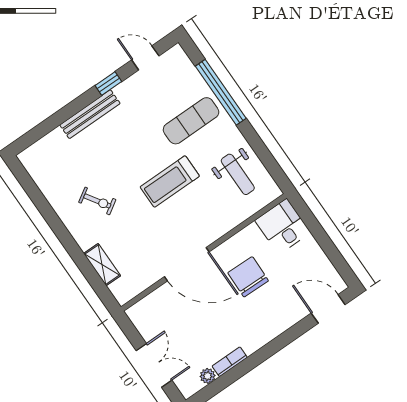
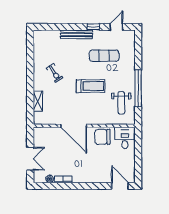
door: (145, 58) -> (116, 27), hinge flipped
window: (221, 92) -> (138, 88), moved
exercise mat: (191, 121) -> (104, 56), moved
treadmill: (170, 182) -> (91, 86), turned 180
chair: (248, 277) -> (103, 137), moved, turned -91

